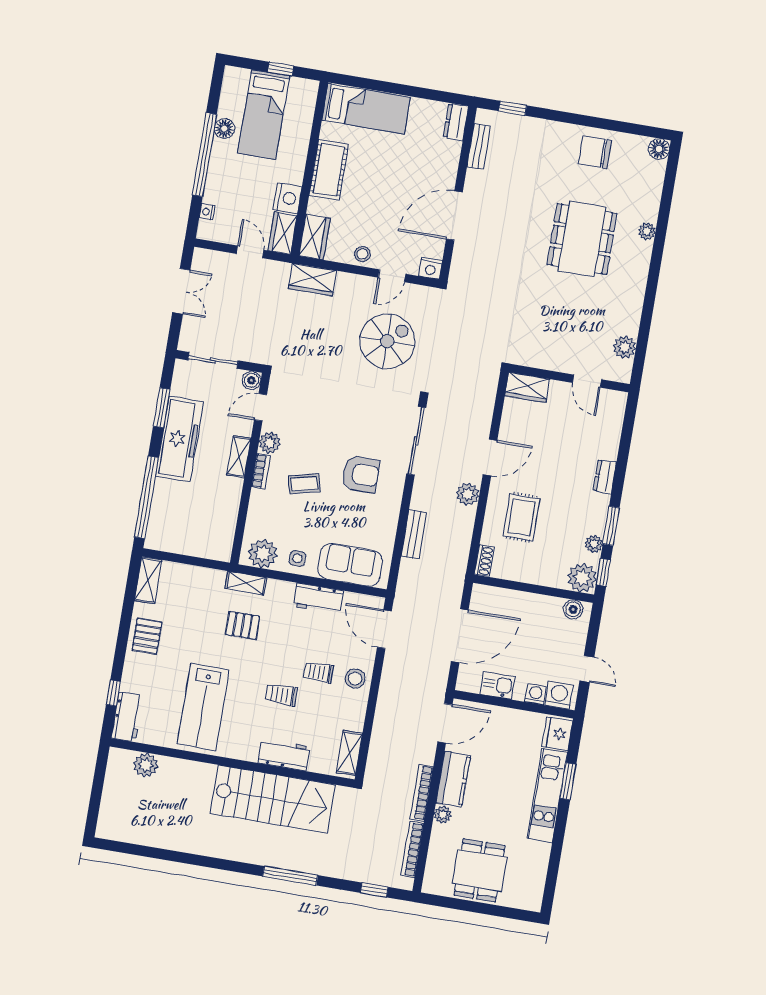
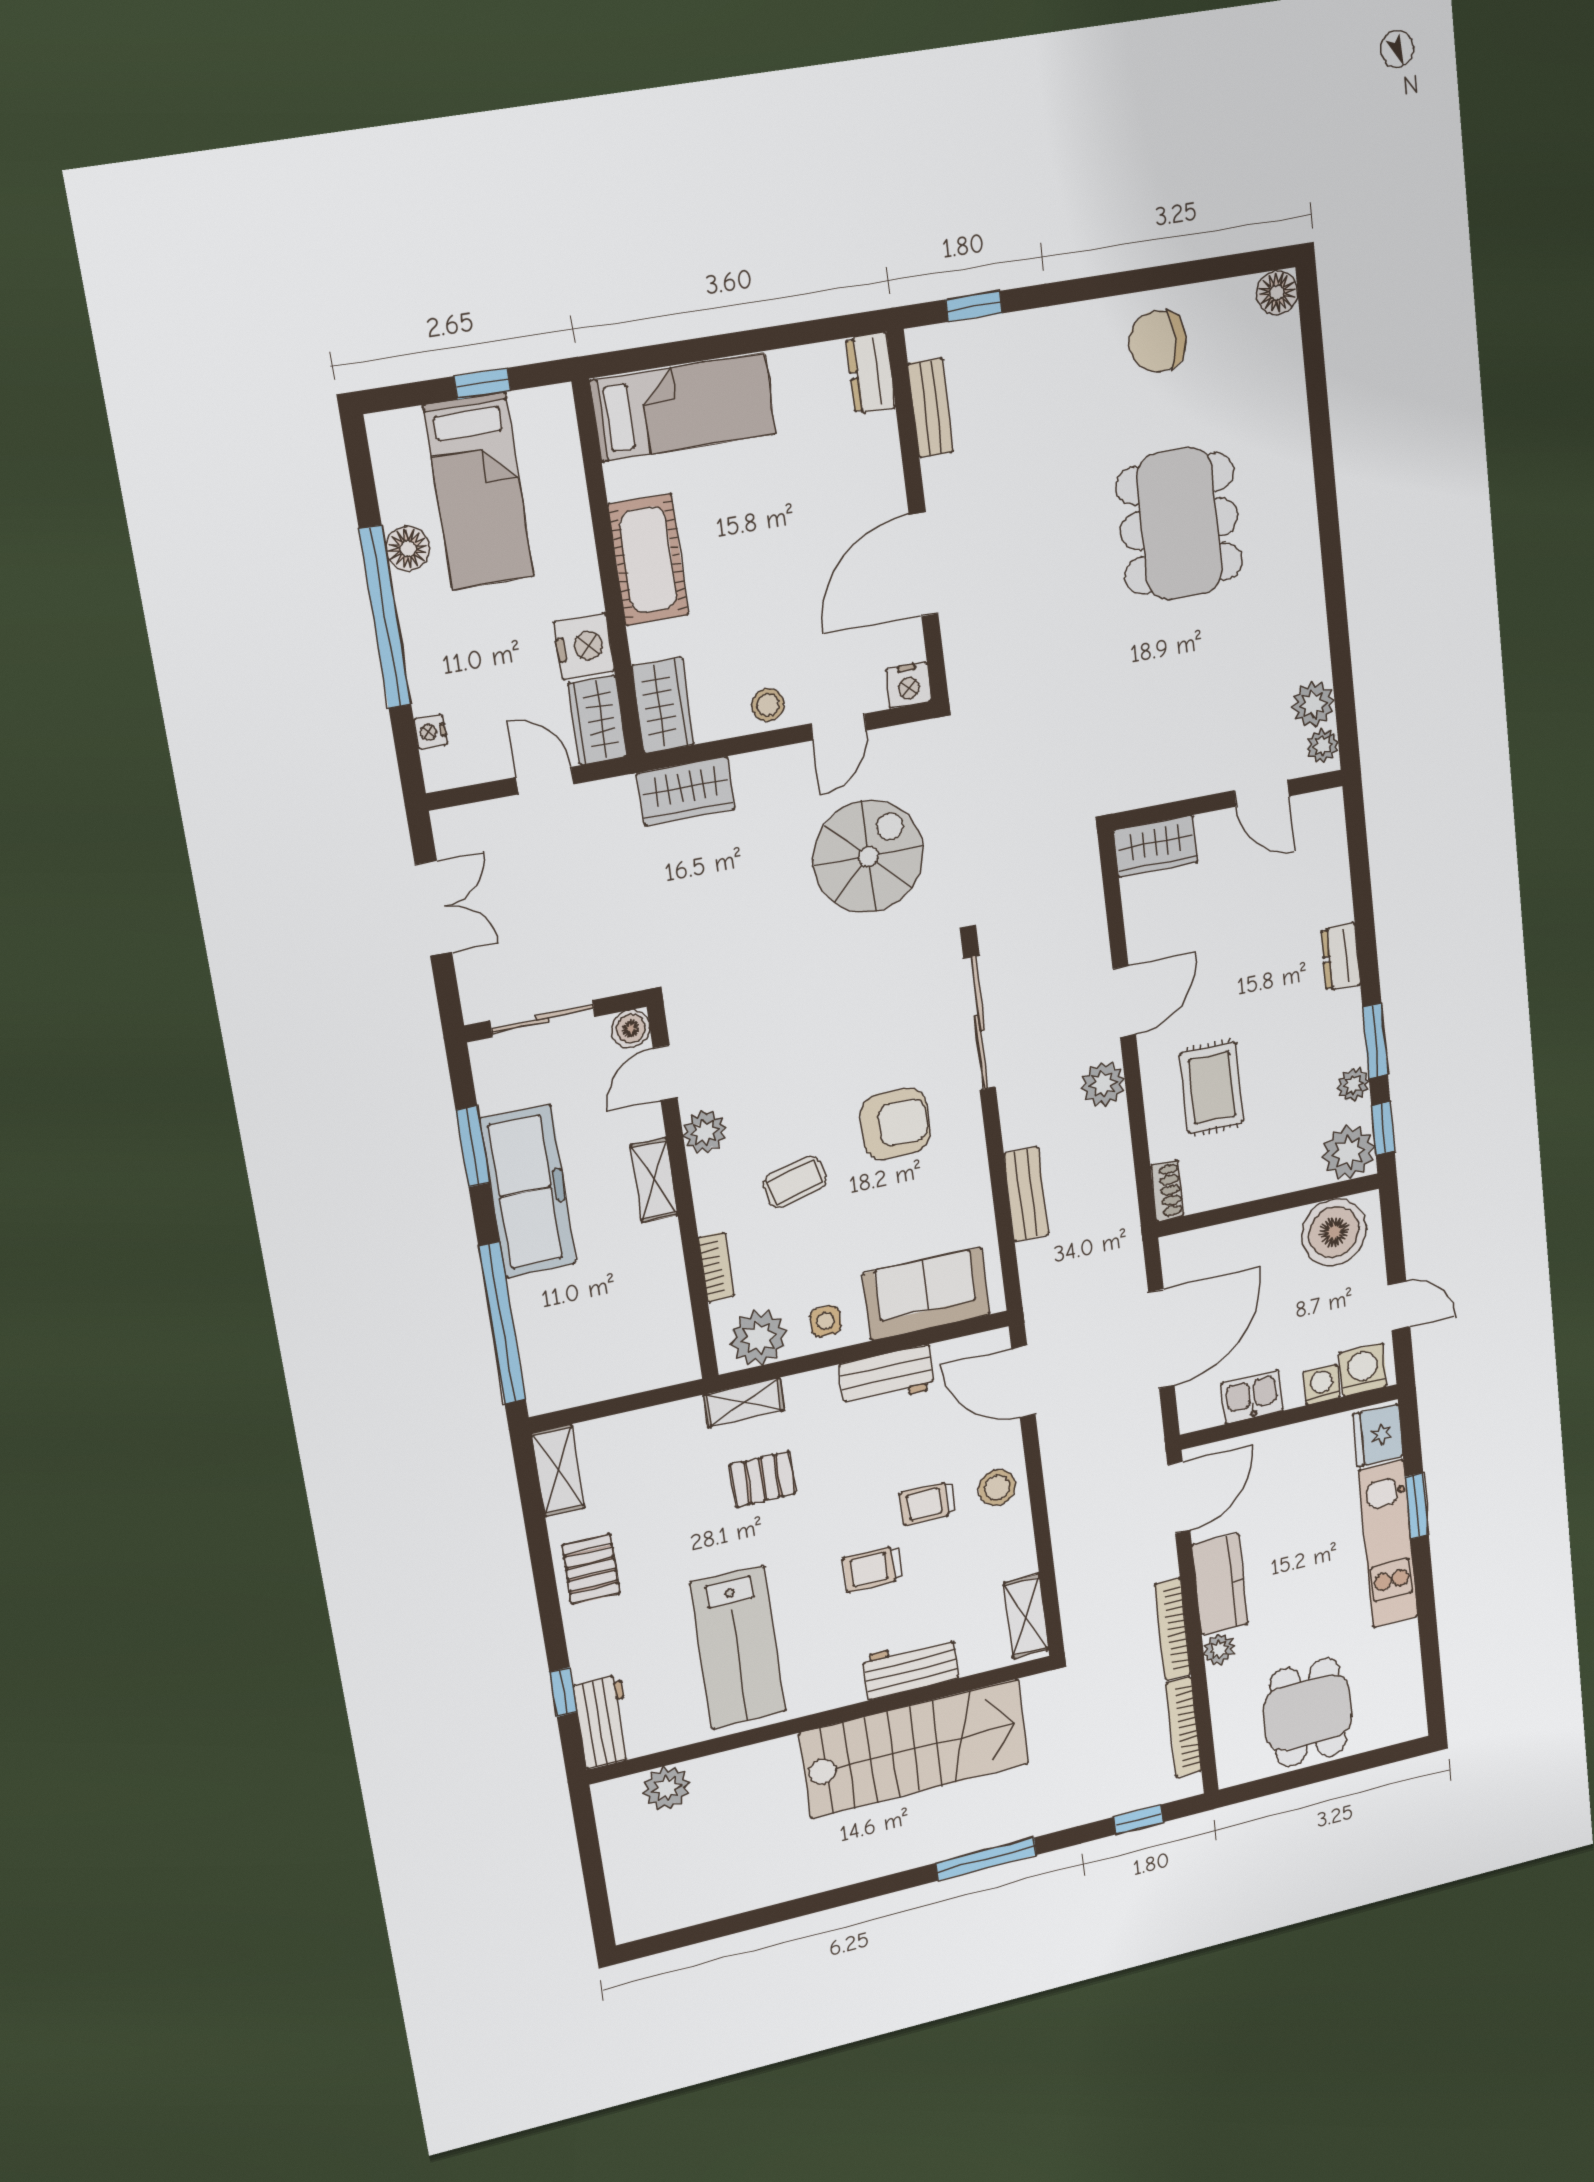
plant: (647, 231) -> (1322, 746), moved
bookcase: (261, 471) -> (716, 1267), moved
boiler: (573, 609) -> (1334, 1232), width x1.86, depth x1.86

